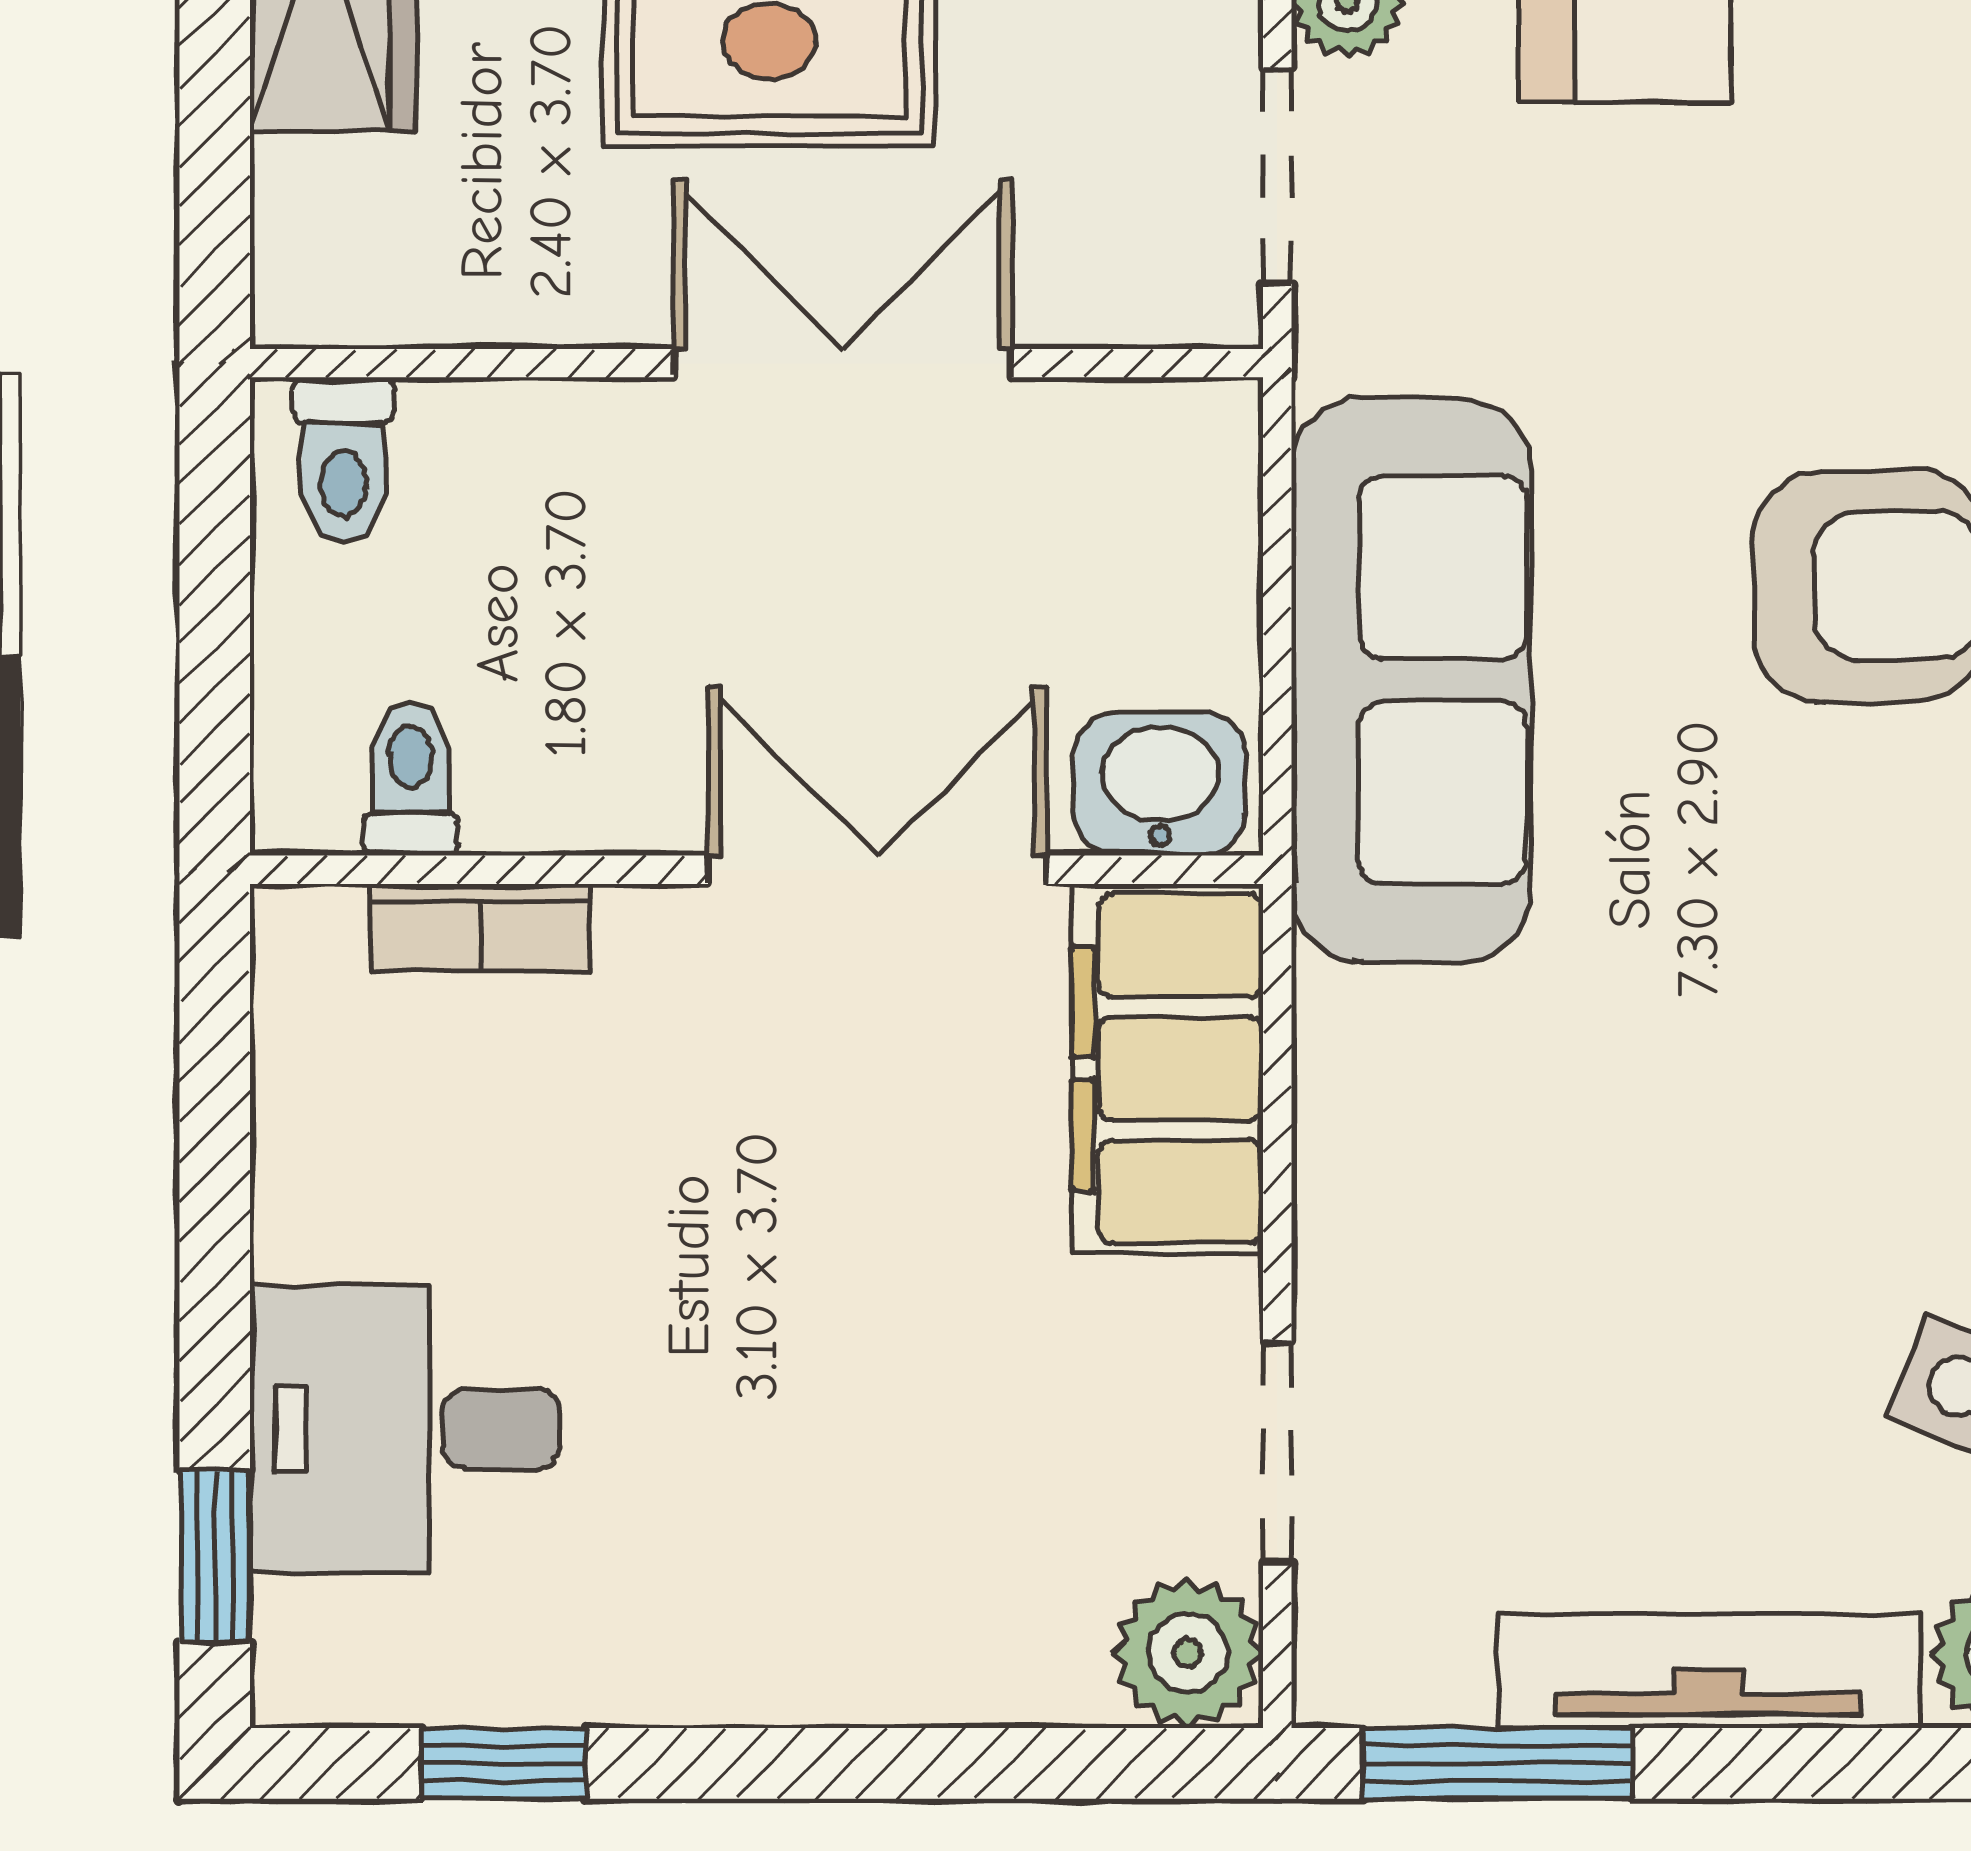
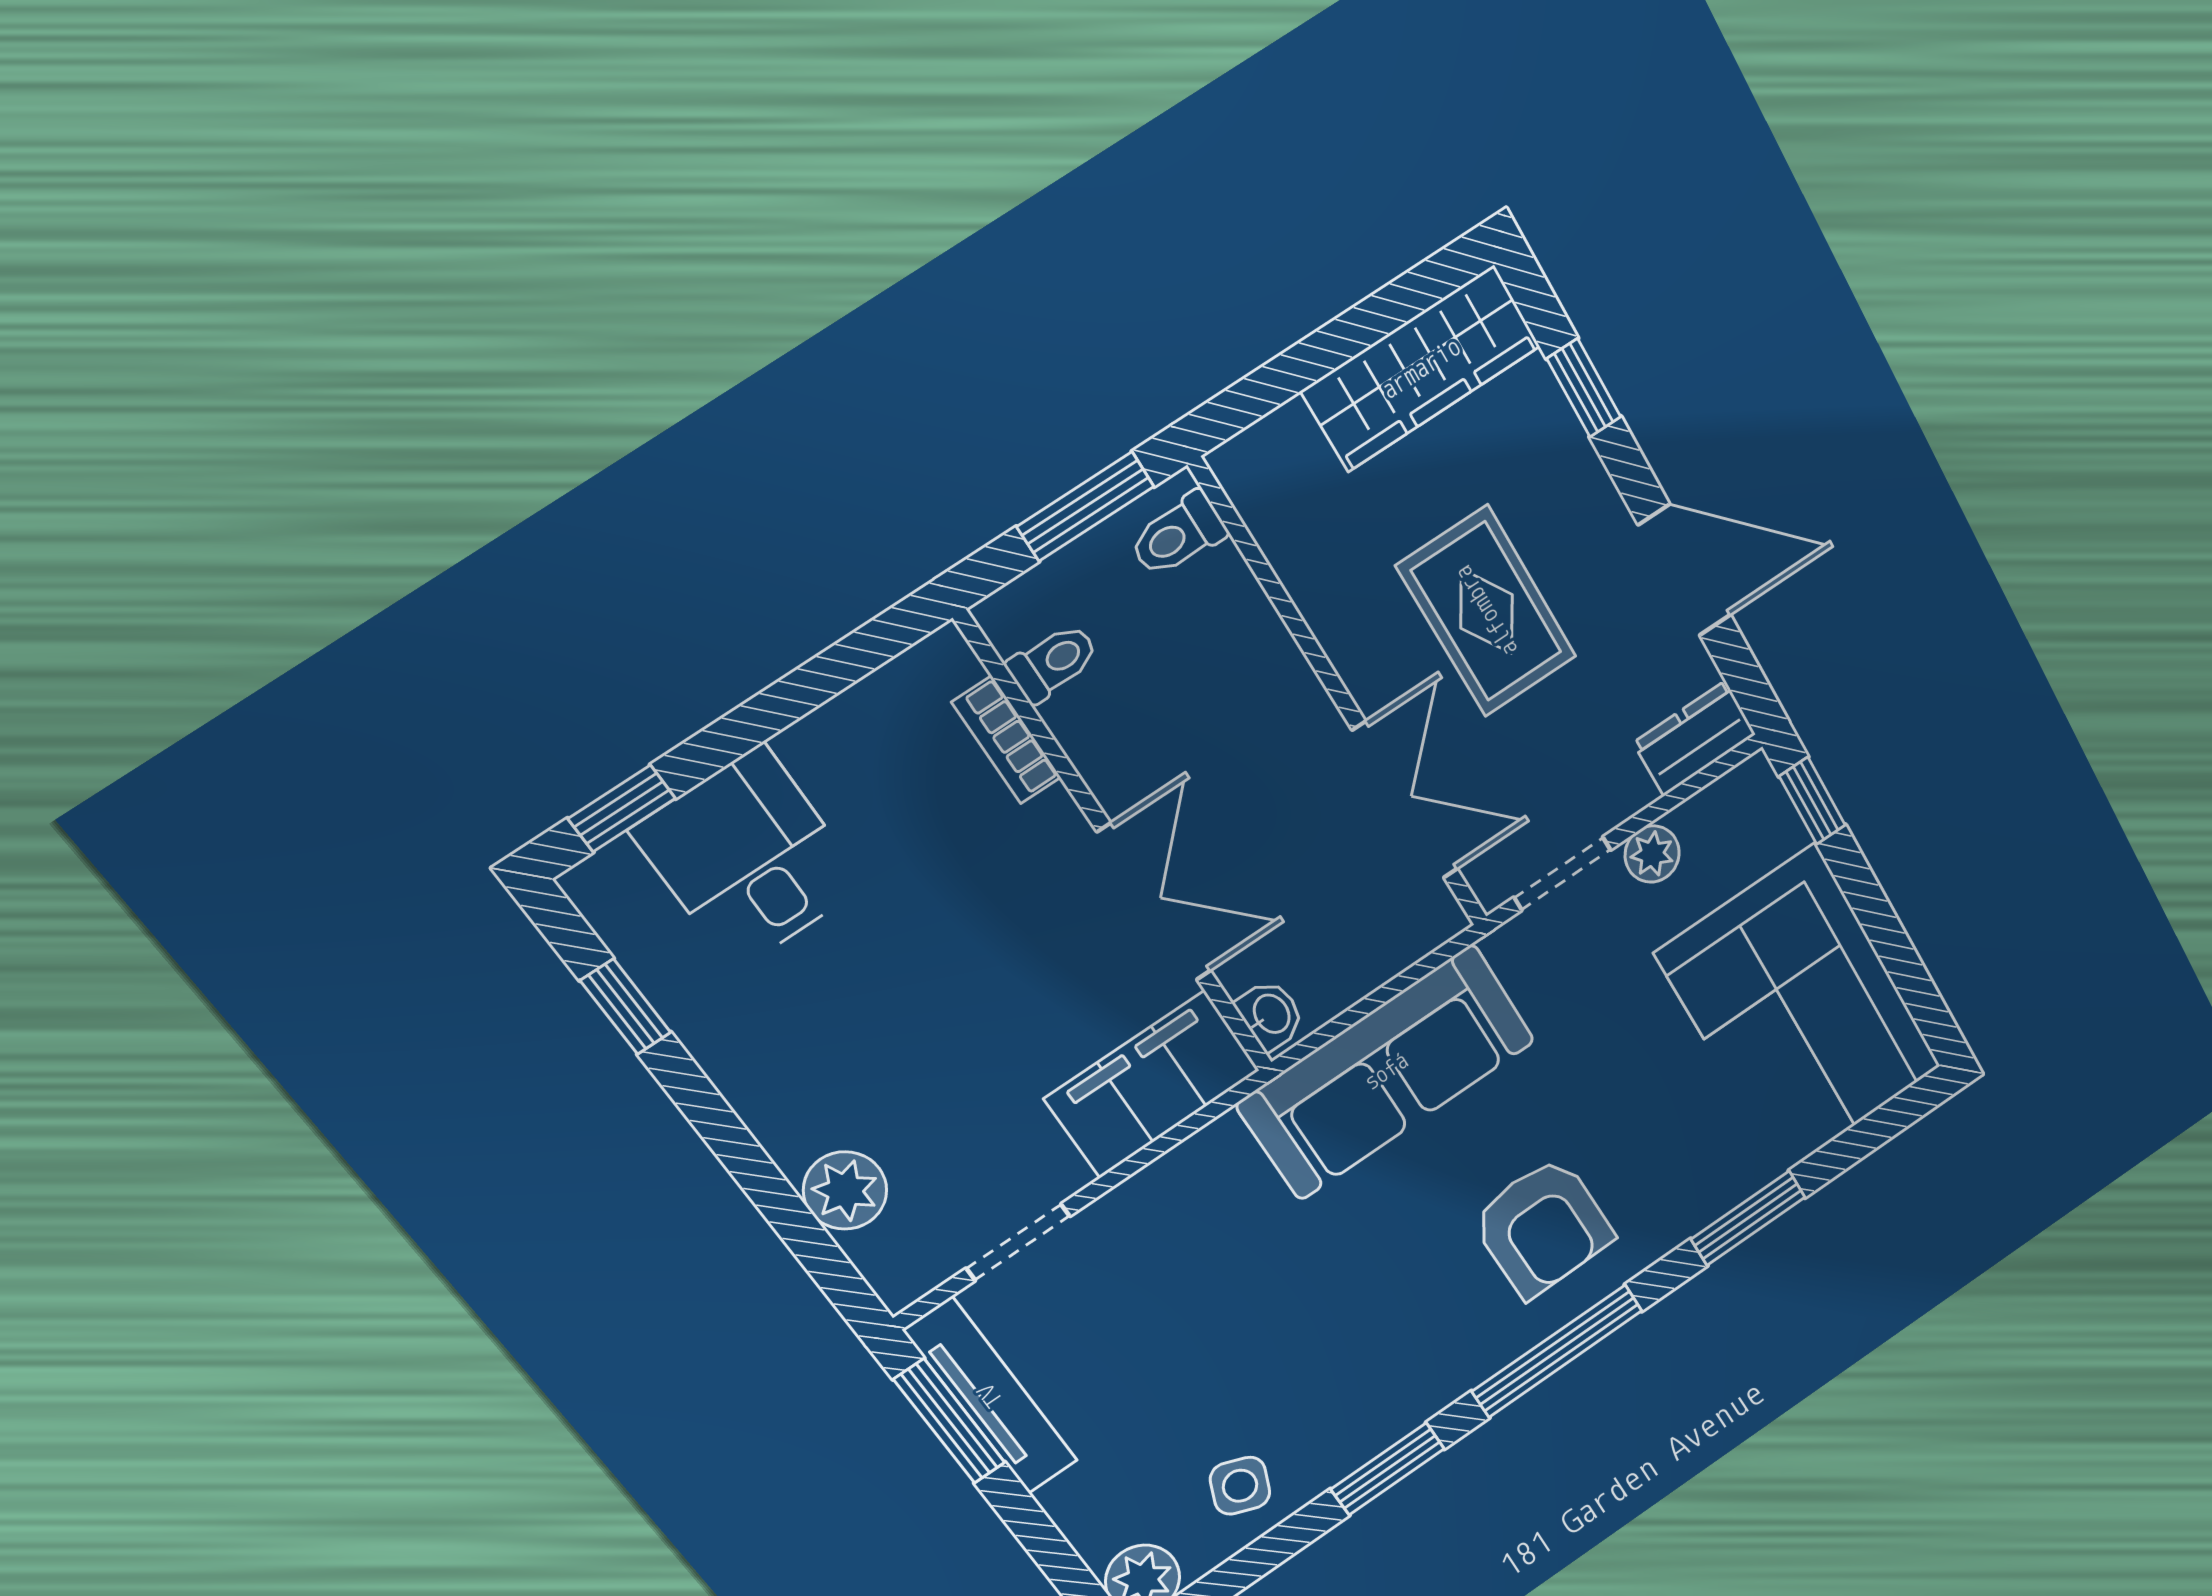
double door: (843, 363) -> (1405, 800), moved
window: (215, 574) -> (1086, 506), added
washbasin: (1160, 784) -> (1270, 1015), width x0.72, depth x0.69
plant: (1188, 1653) -> (845, 1190), moved
tv unit: (1709, 1671) -> (991, 1396), moved

